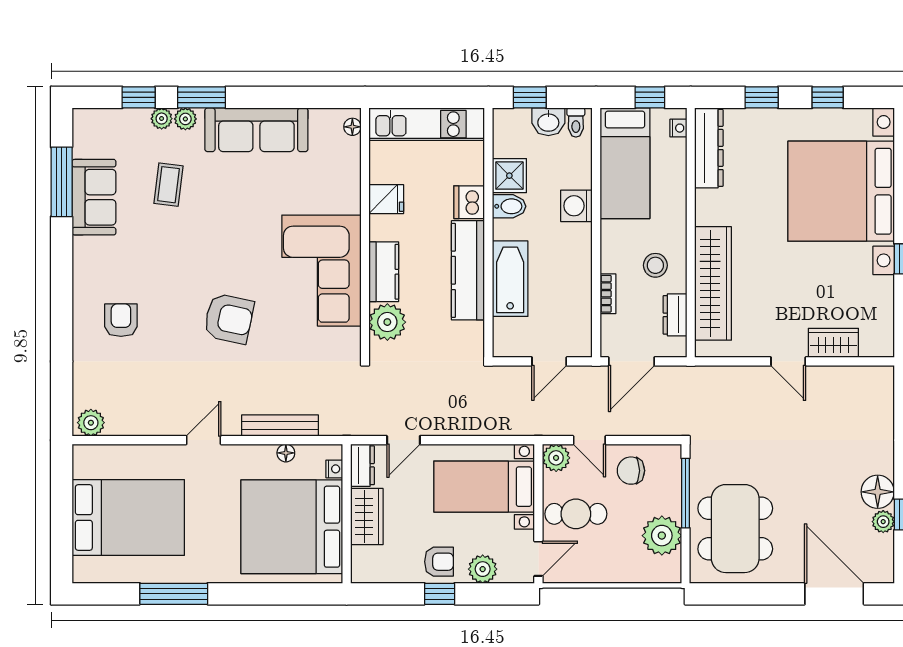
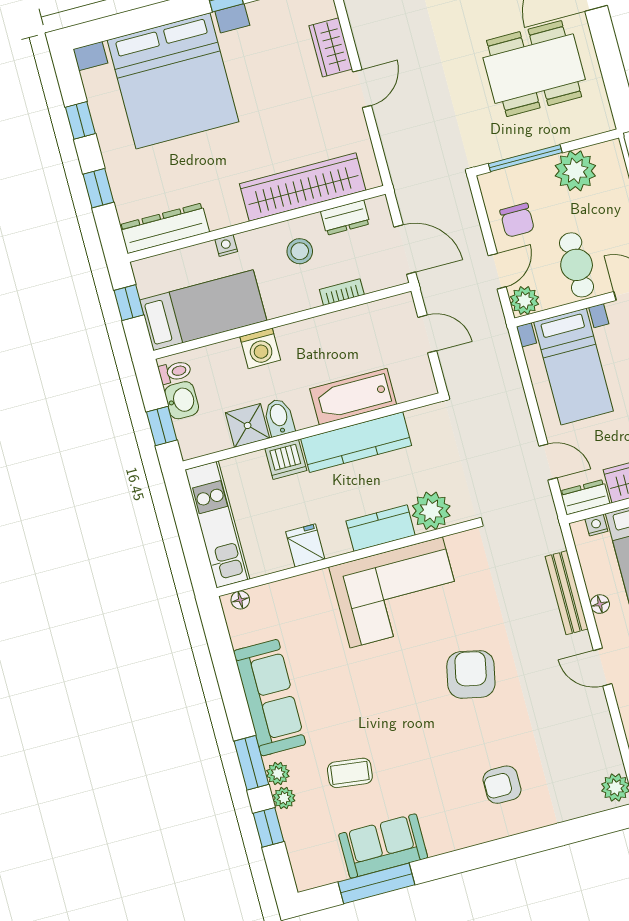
nightstand: (678, 128) -> (226, 245), moved
floor lamp: (286, 453) -> (600, 604), moved
dining table: (735, 529) -> (534, 69), moved

